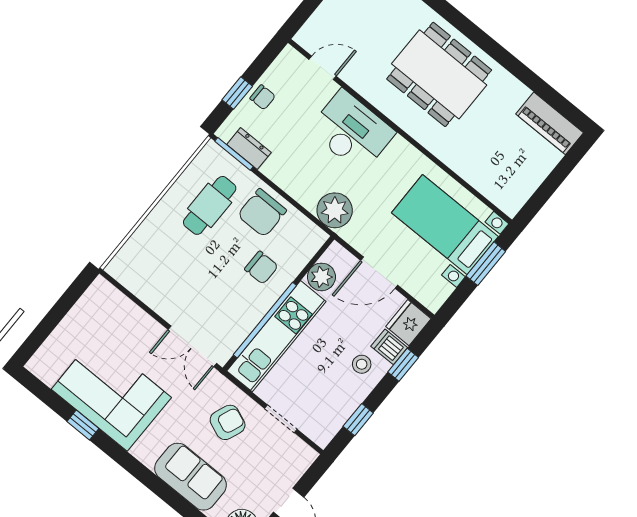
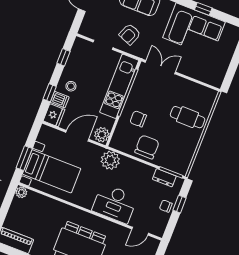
cafe table: (210, 205) -> (188, 117), moved, turned 90
plant: (511, 205) -> (21, 192), added
plant: (321, 277) -> (102, 135), moved

